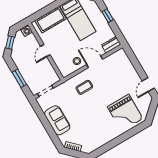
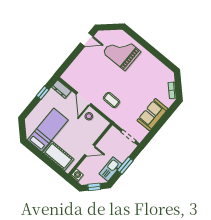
window: (108, 16) -> (43, 93), moved
kitchen sink: (21, 64) -> (111, 169), added
grand piano: (125, 113) -> (122, 52), turned -90

